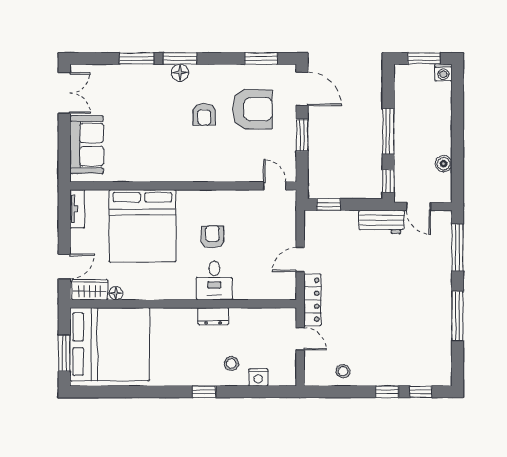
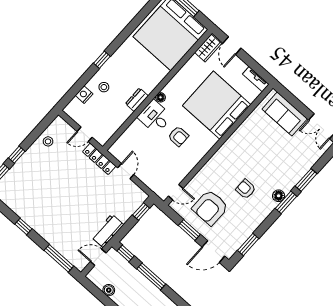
armchair: (253, 109) -> (210, 208), moved
floor lamp: (116, 293) -> (160, 97), moved
window: (457, 316) -> (23, 226), width x0.46

